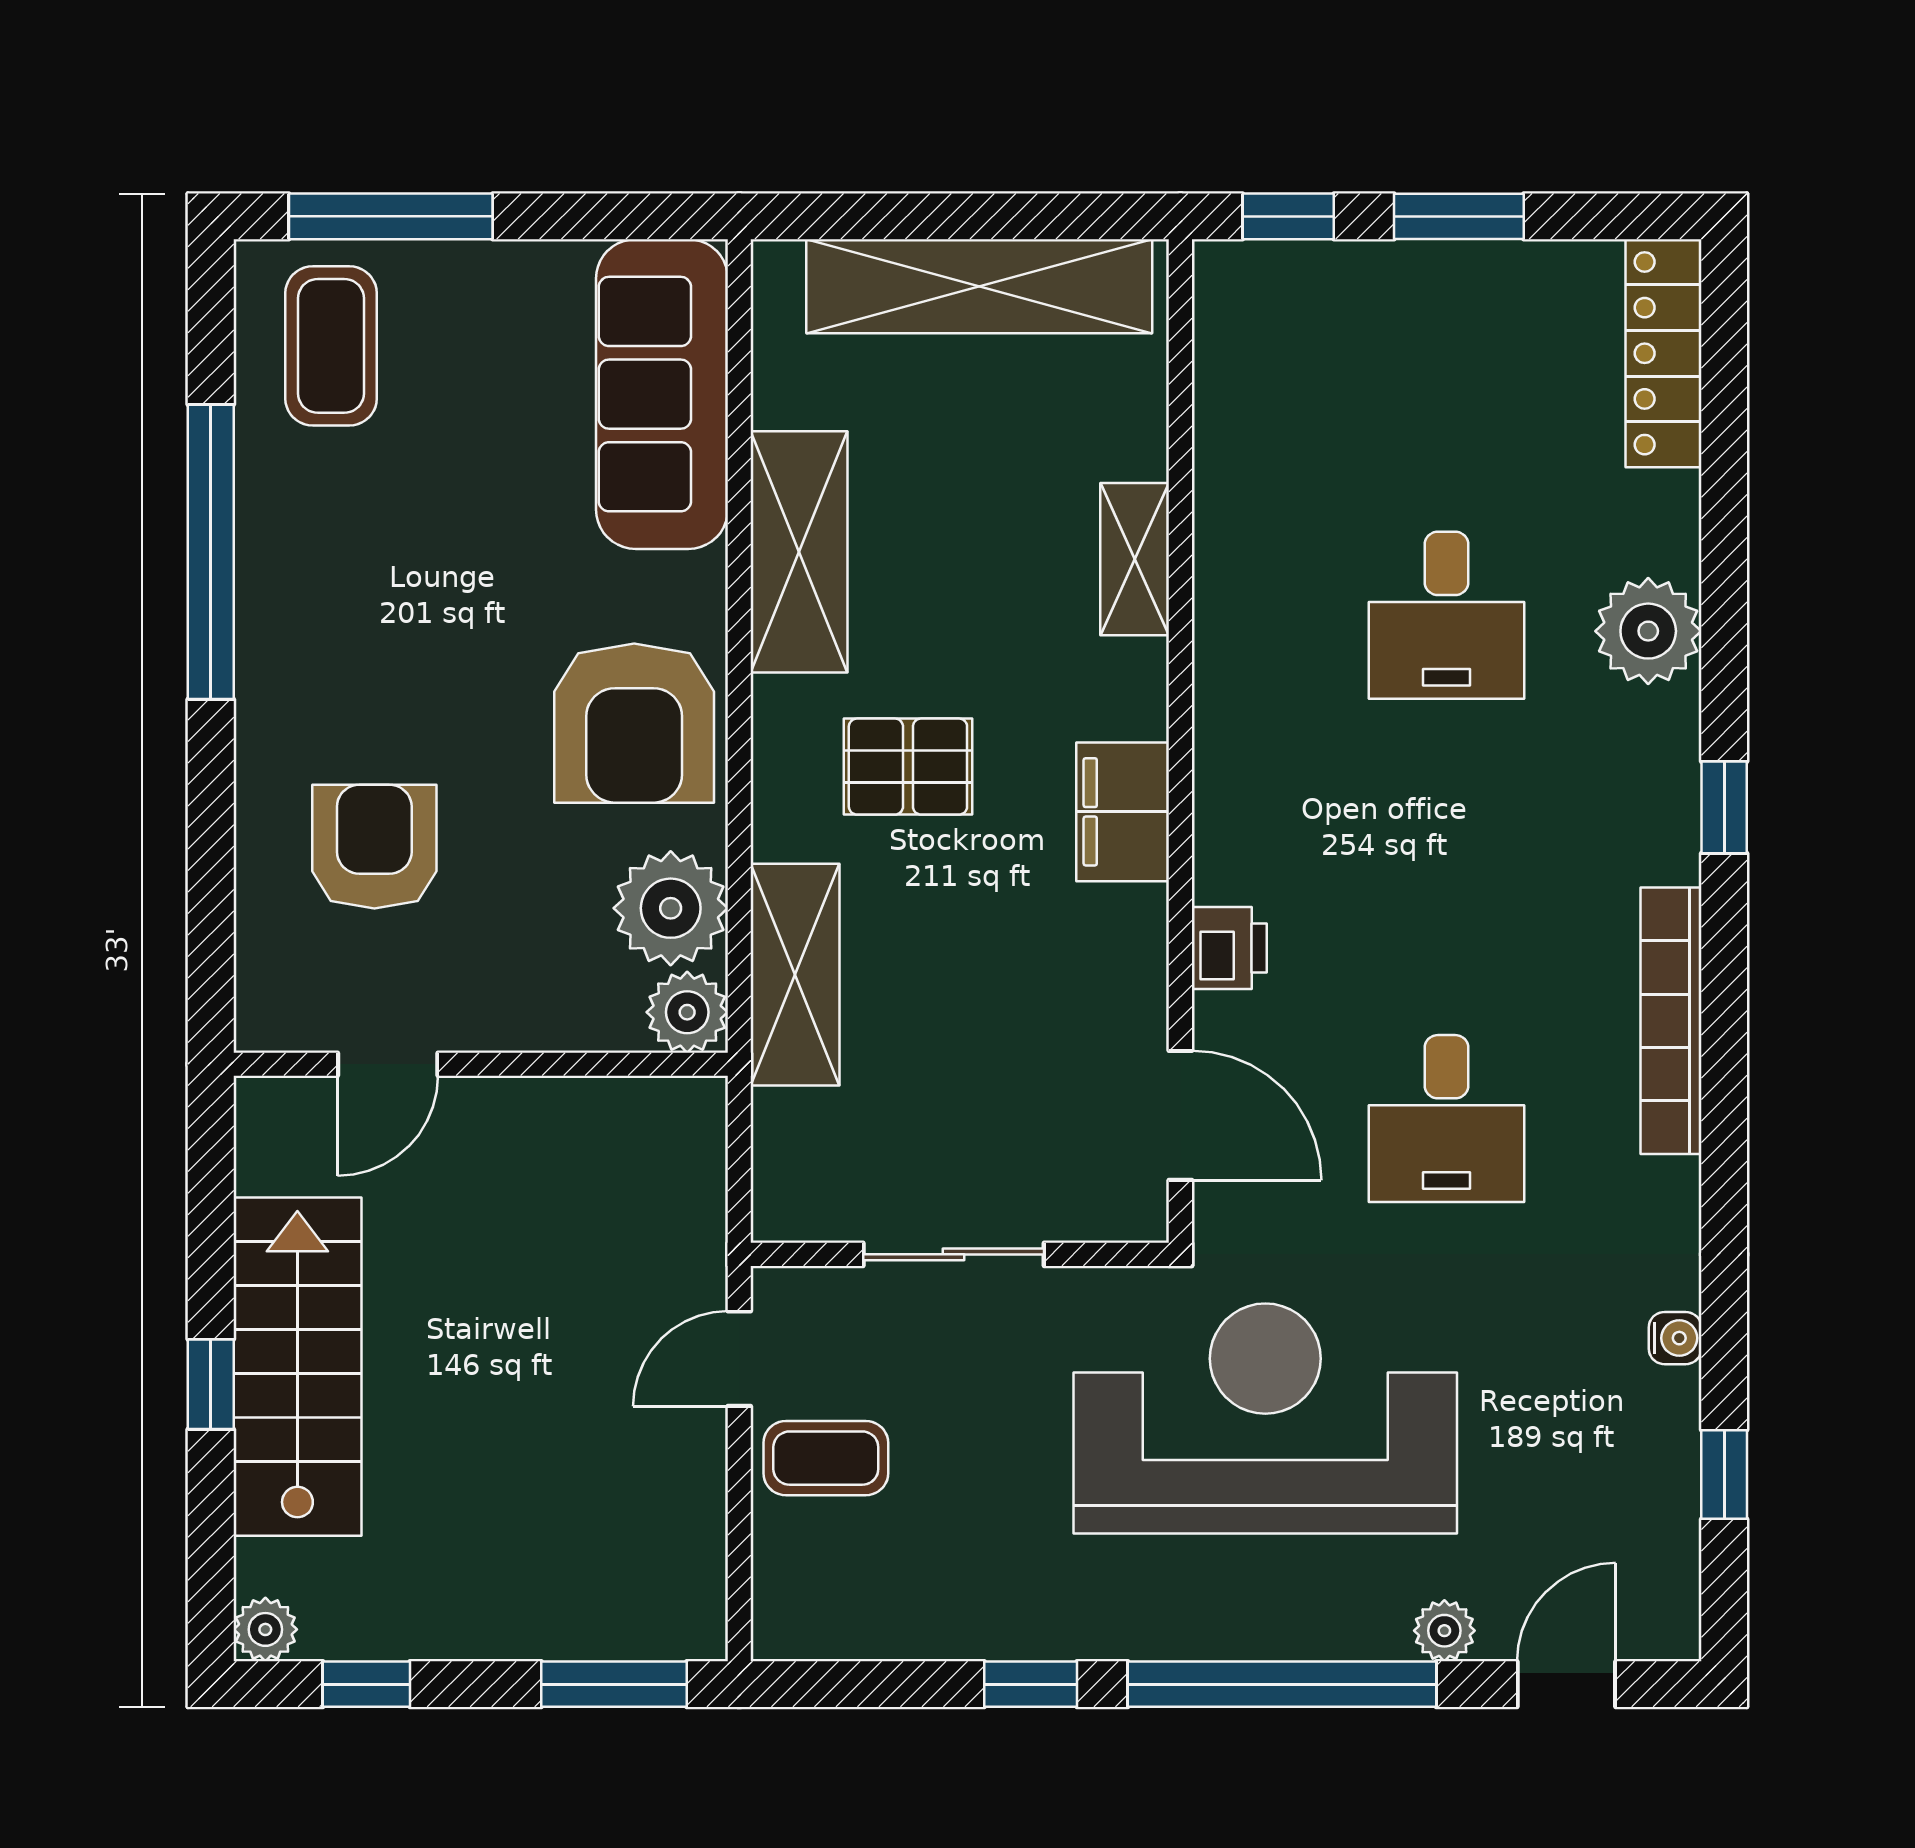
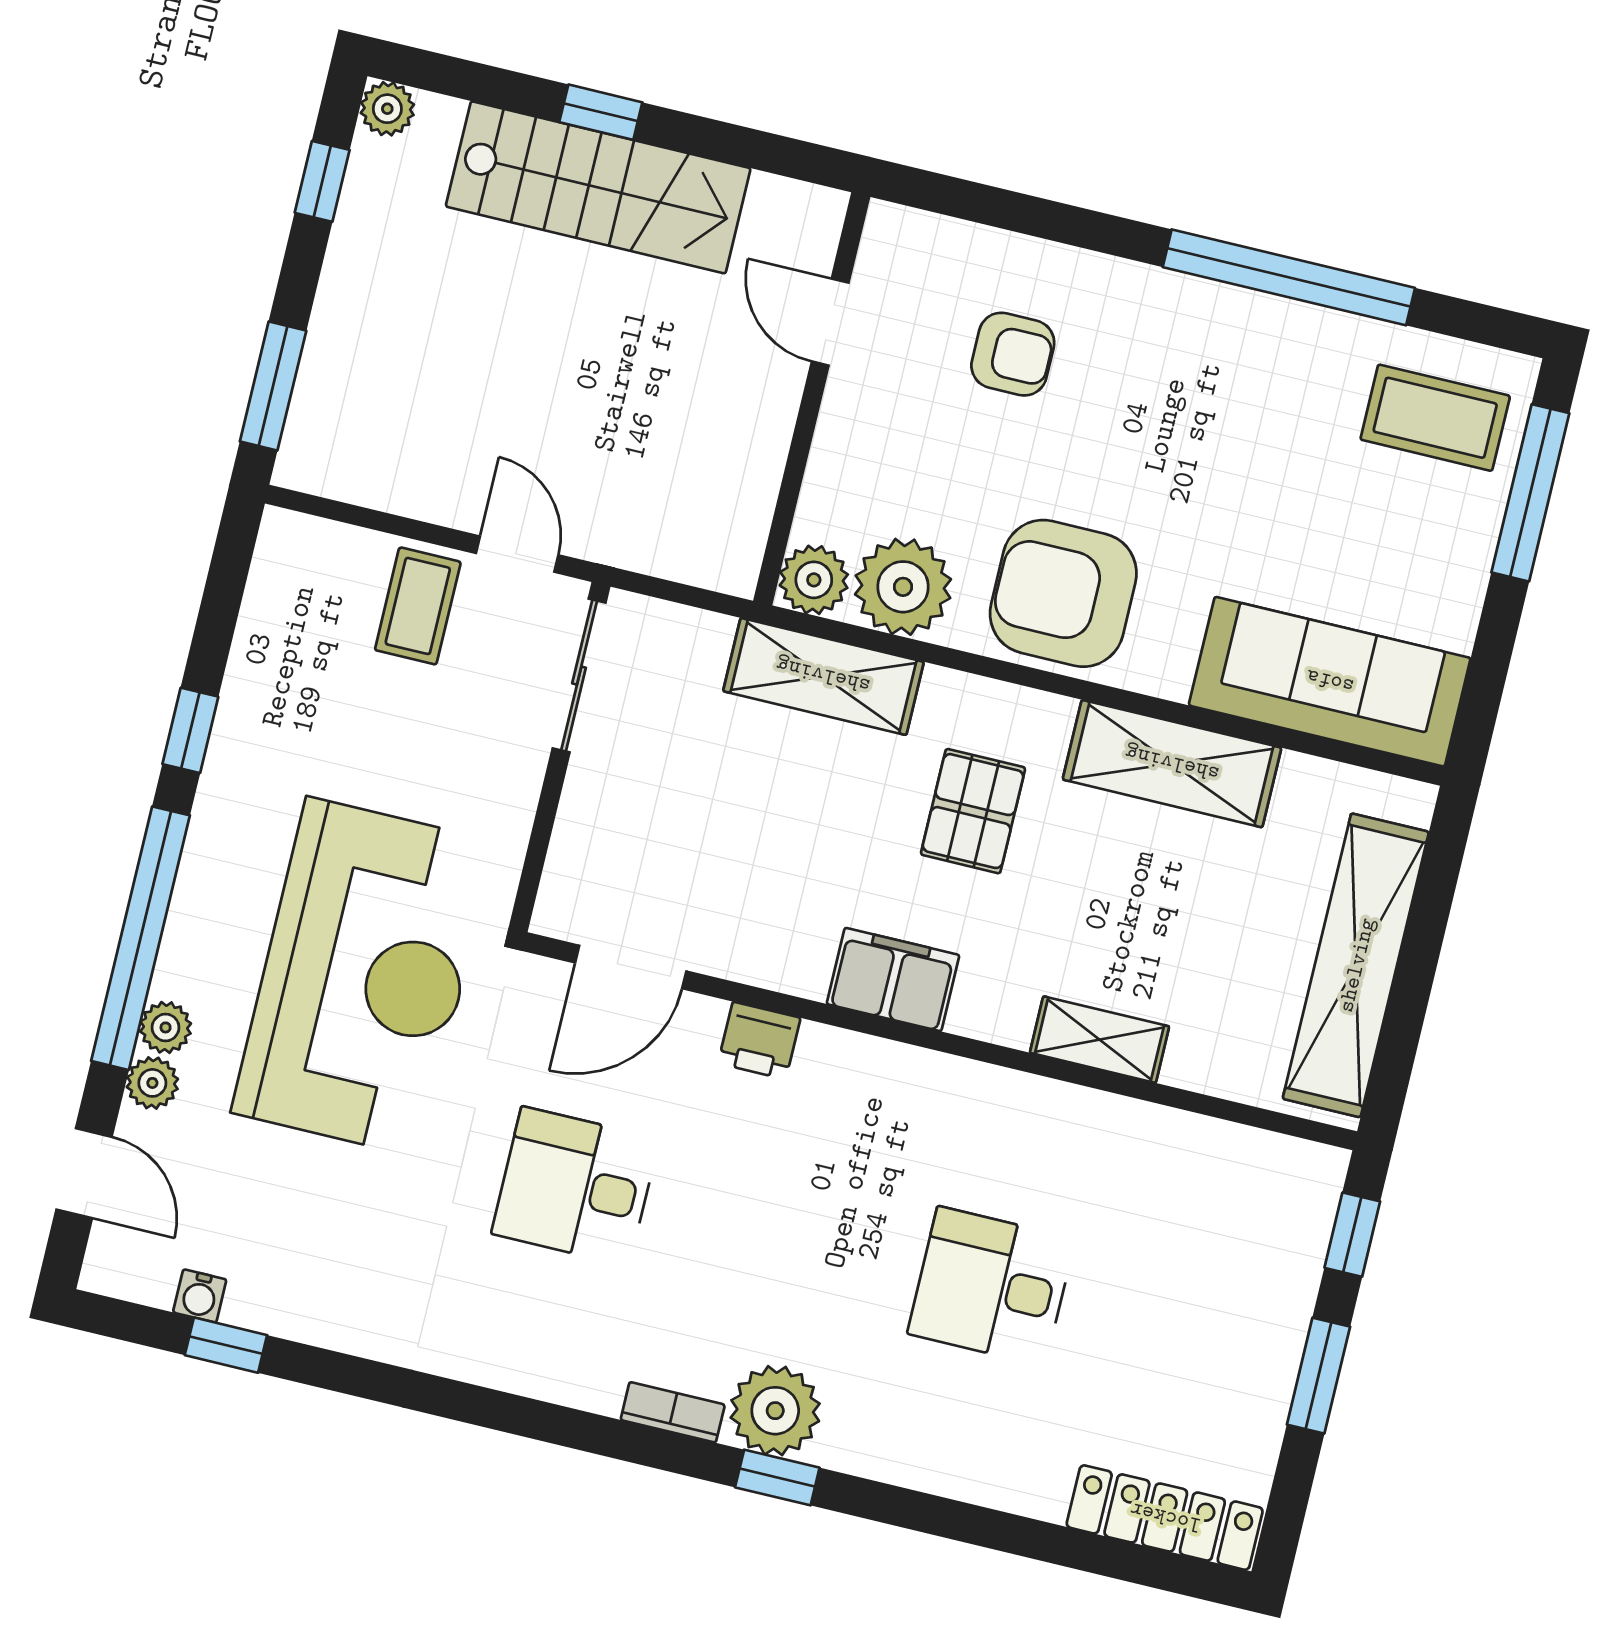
plant: (1648, 631) -> (775, 1411), moved
armchair: (374, 847) -> (1013, 354), width x0.72, depth x0.72
bookcase: (1671, 1021) -> (673, 1412), width x0.43, depth x0.76
sliding door: (954, 1254) -> (579, 676), moved
water cooler: (1675, 1338) -> (200, 1296), moved
plant: (1377, 1631) -> (166, 1027), added

